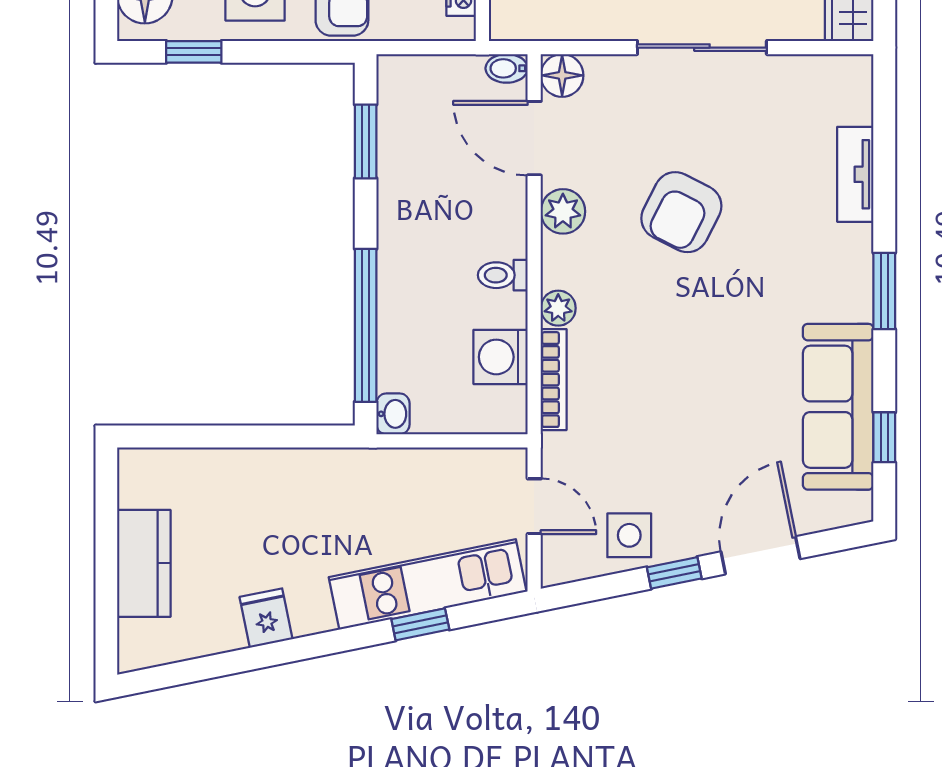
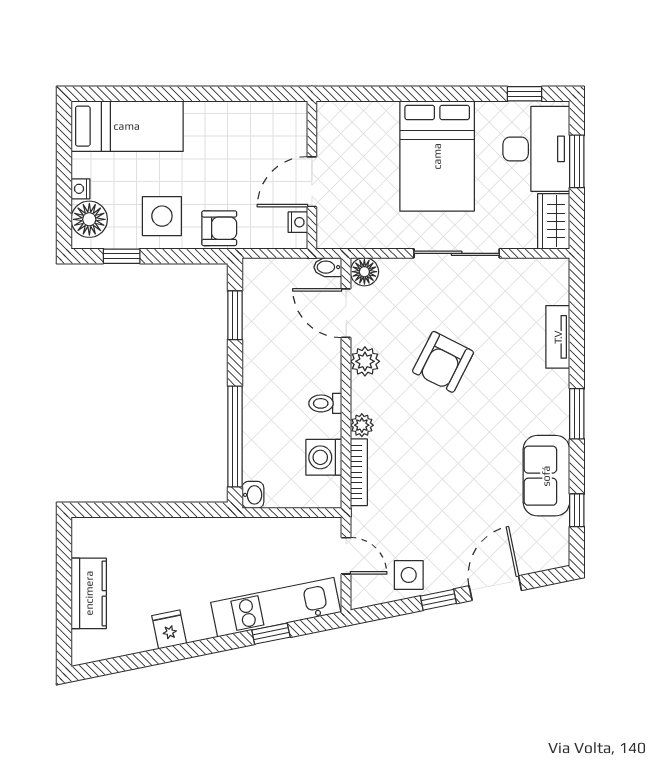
sofa: (838, 407) -> (546, 476), width x0.73

